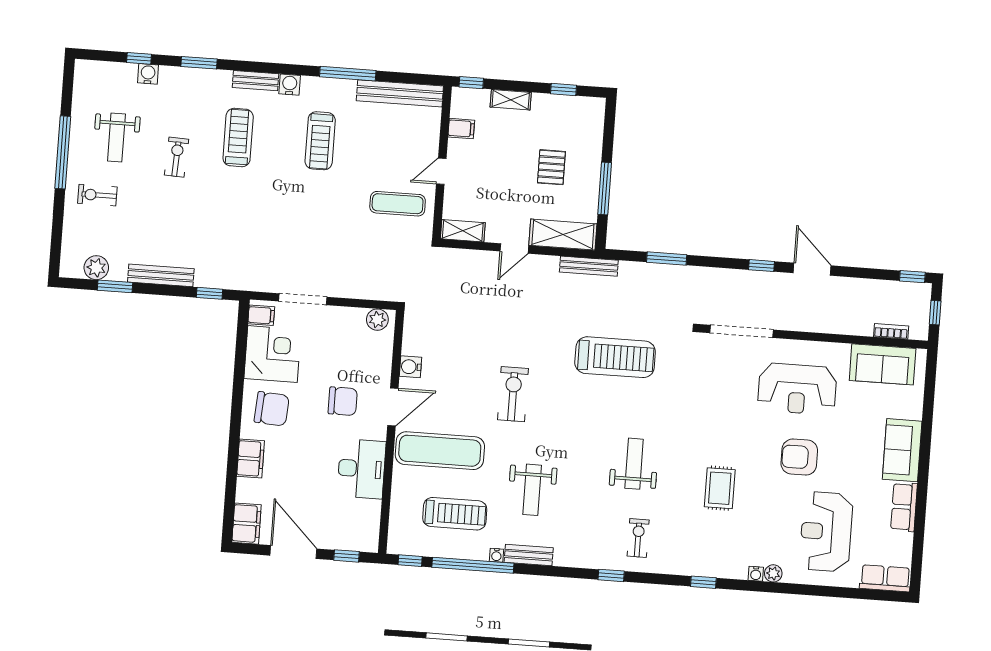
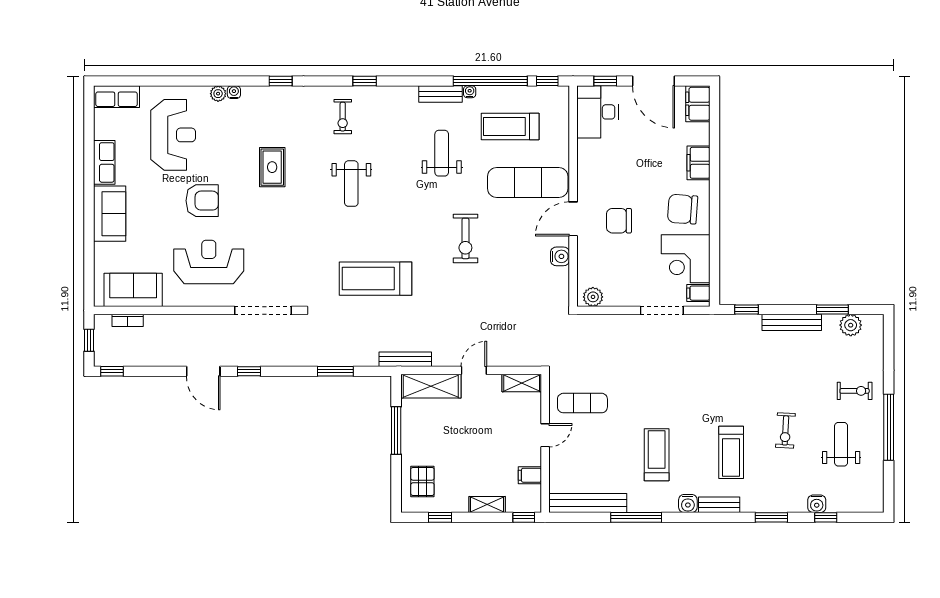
pallet: (551, 167) -> (422, 481), moved
desk: (361, 469) -> (597, 112), moved

